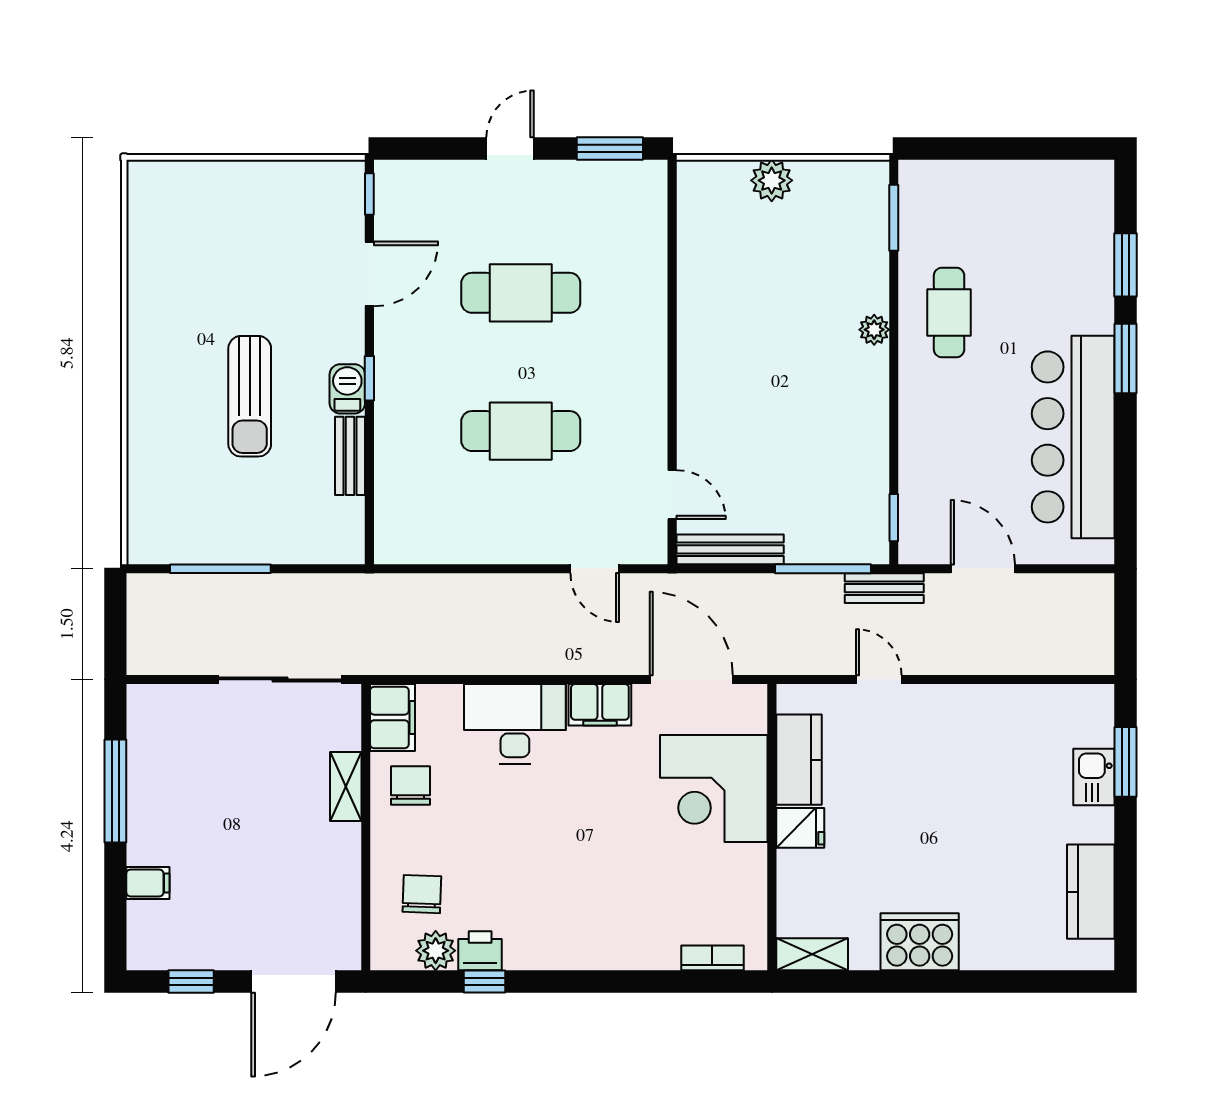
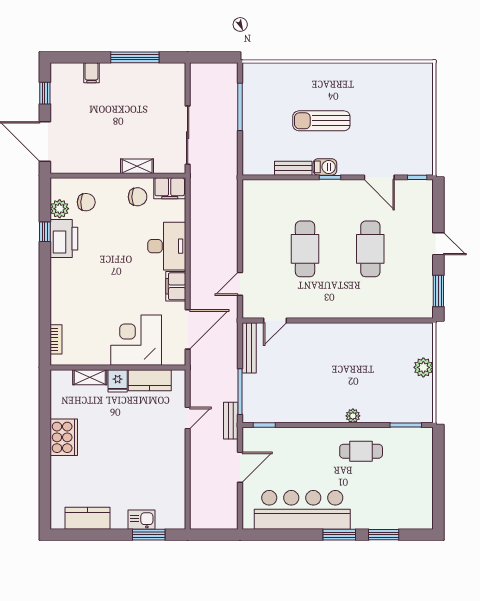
printer: (480, 951) -> (64, 239), width x1.87, depth x1.48
shelving: (812, 954) -> (90, 377), moved, turned 90

